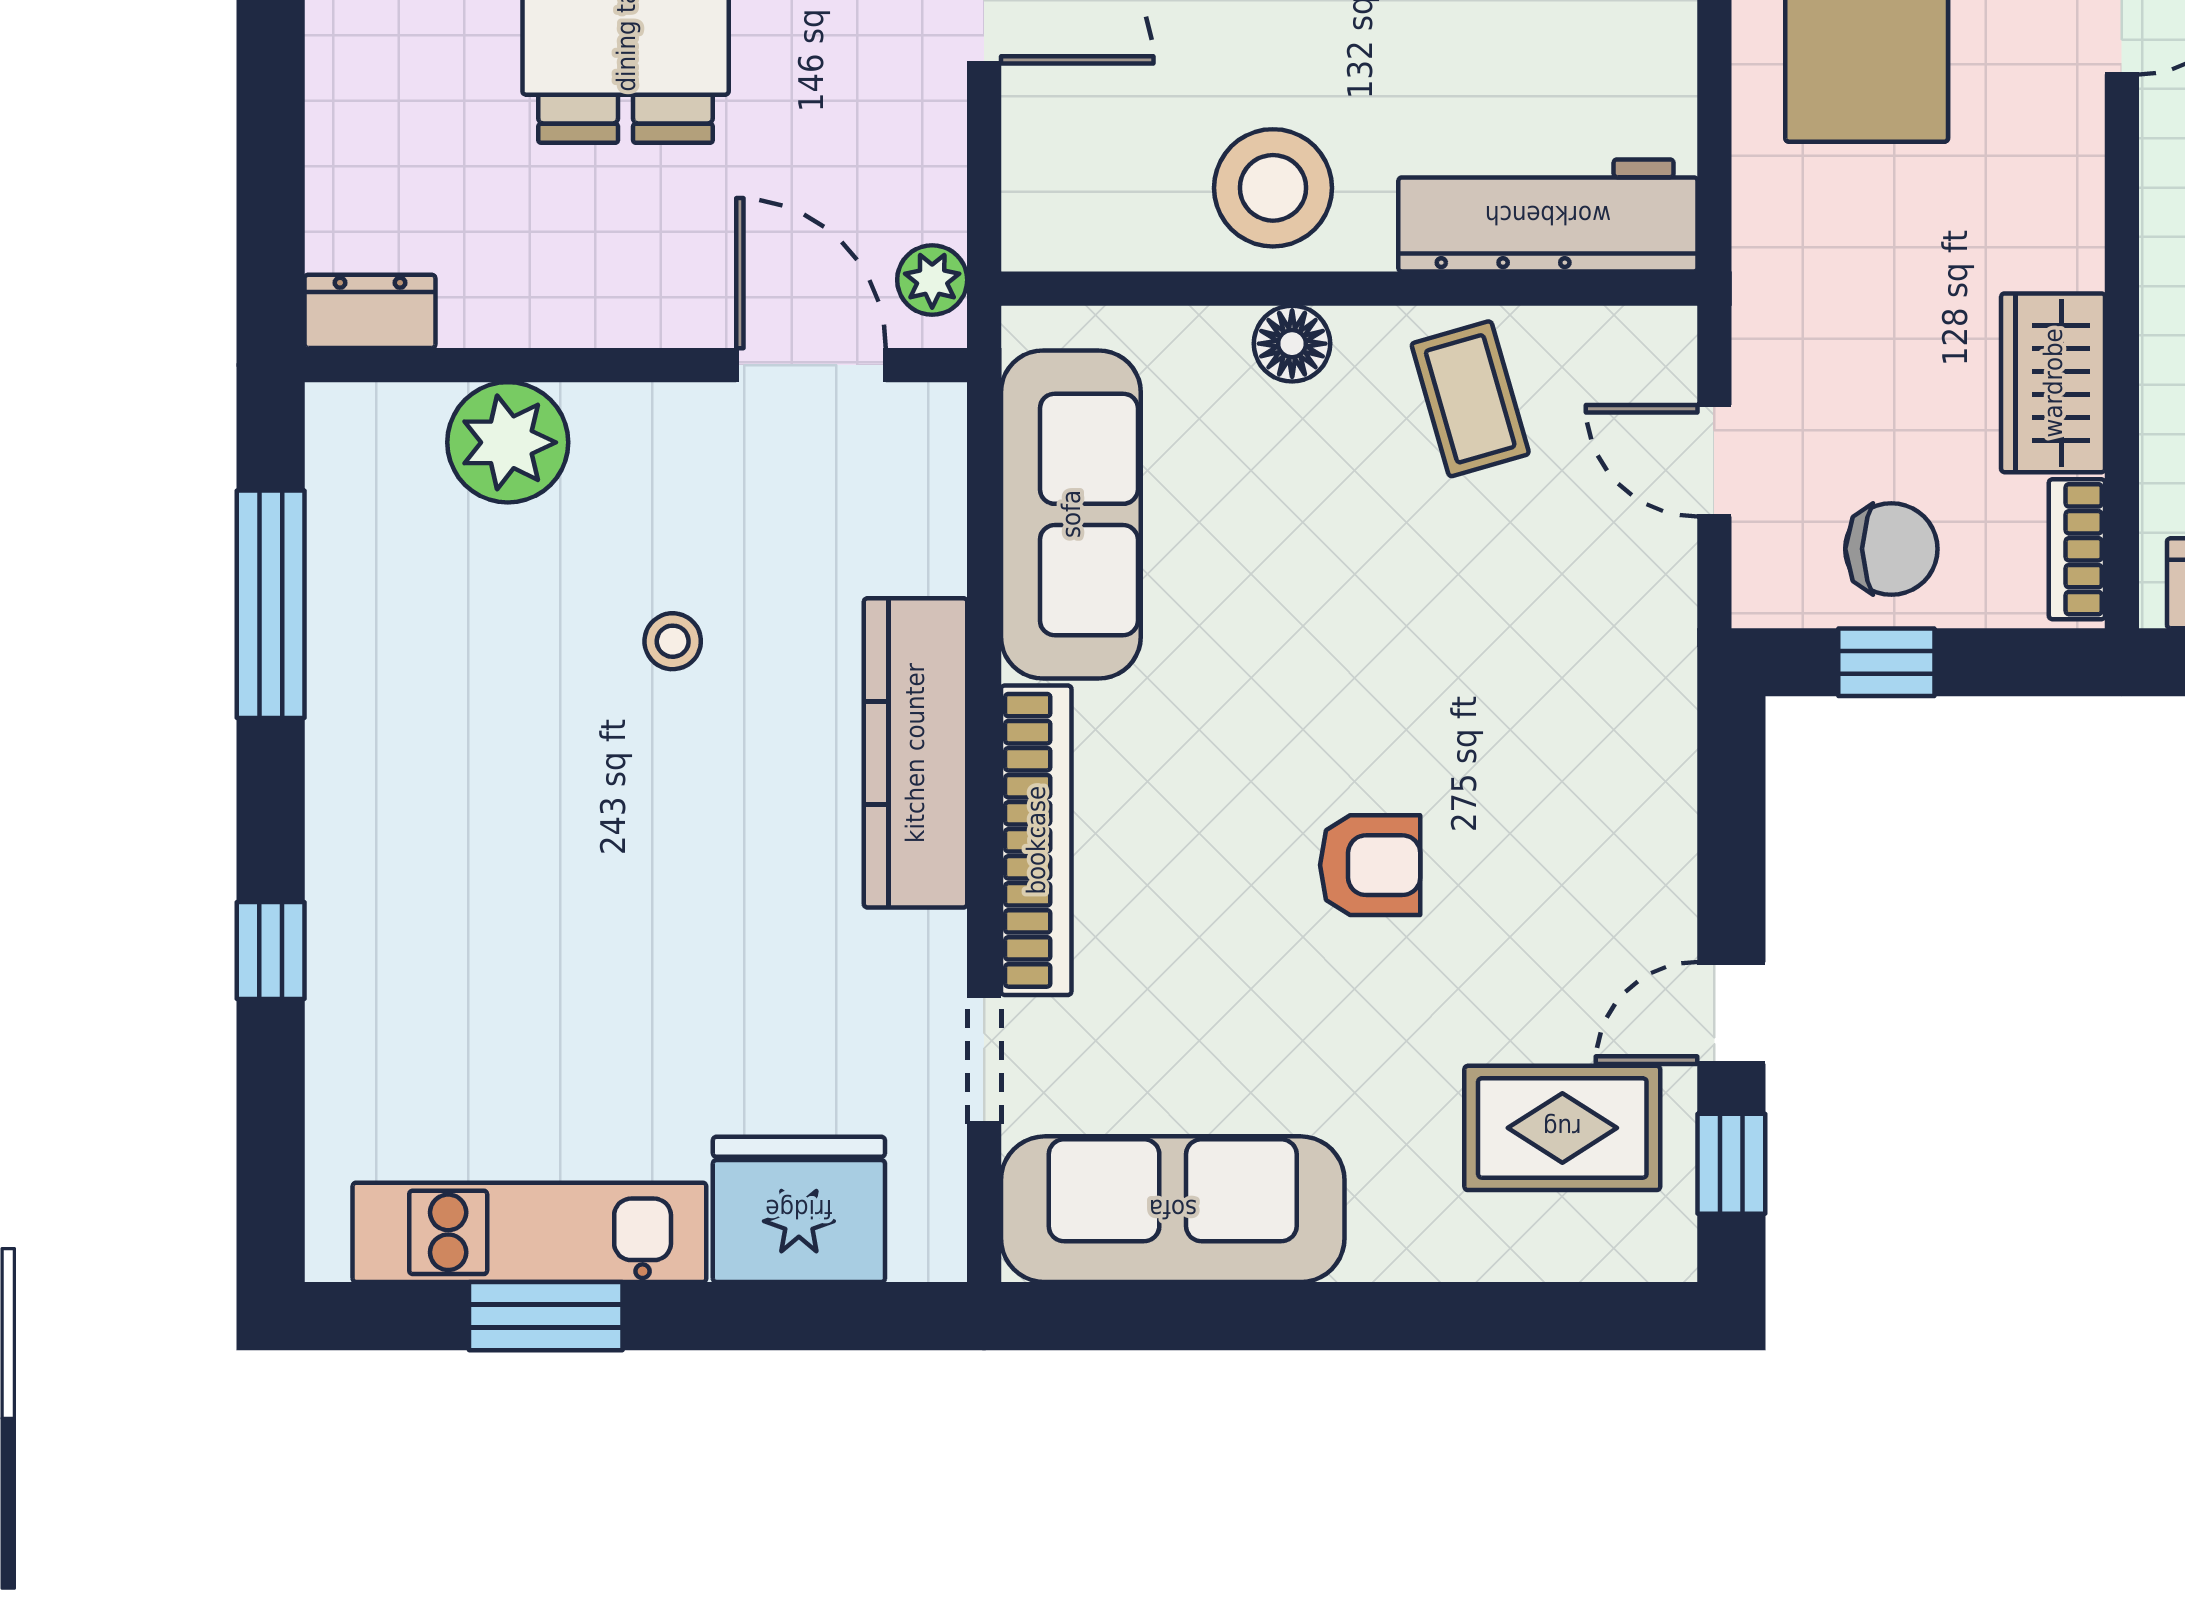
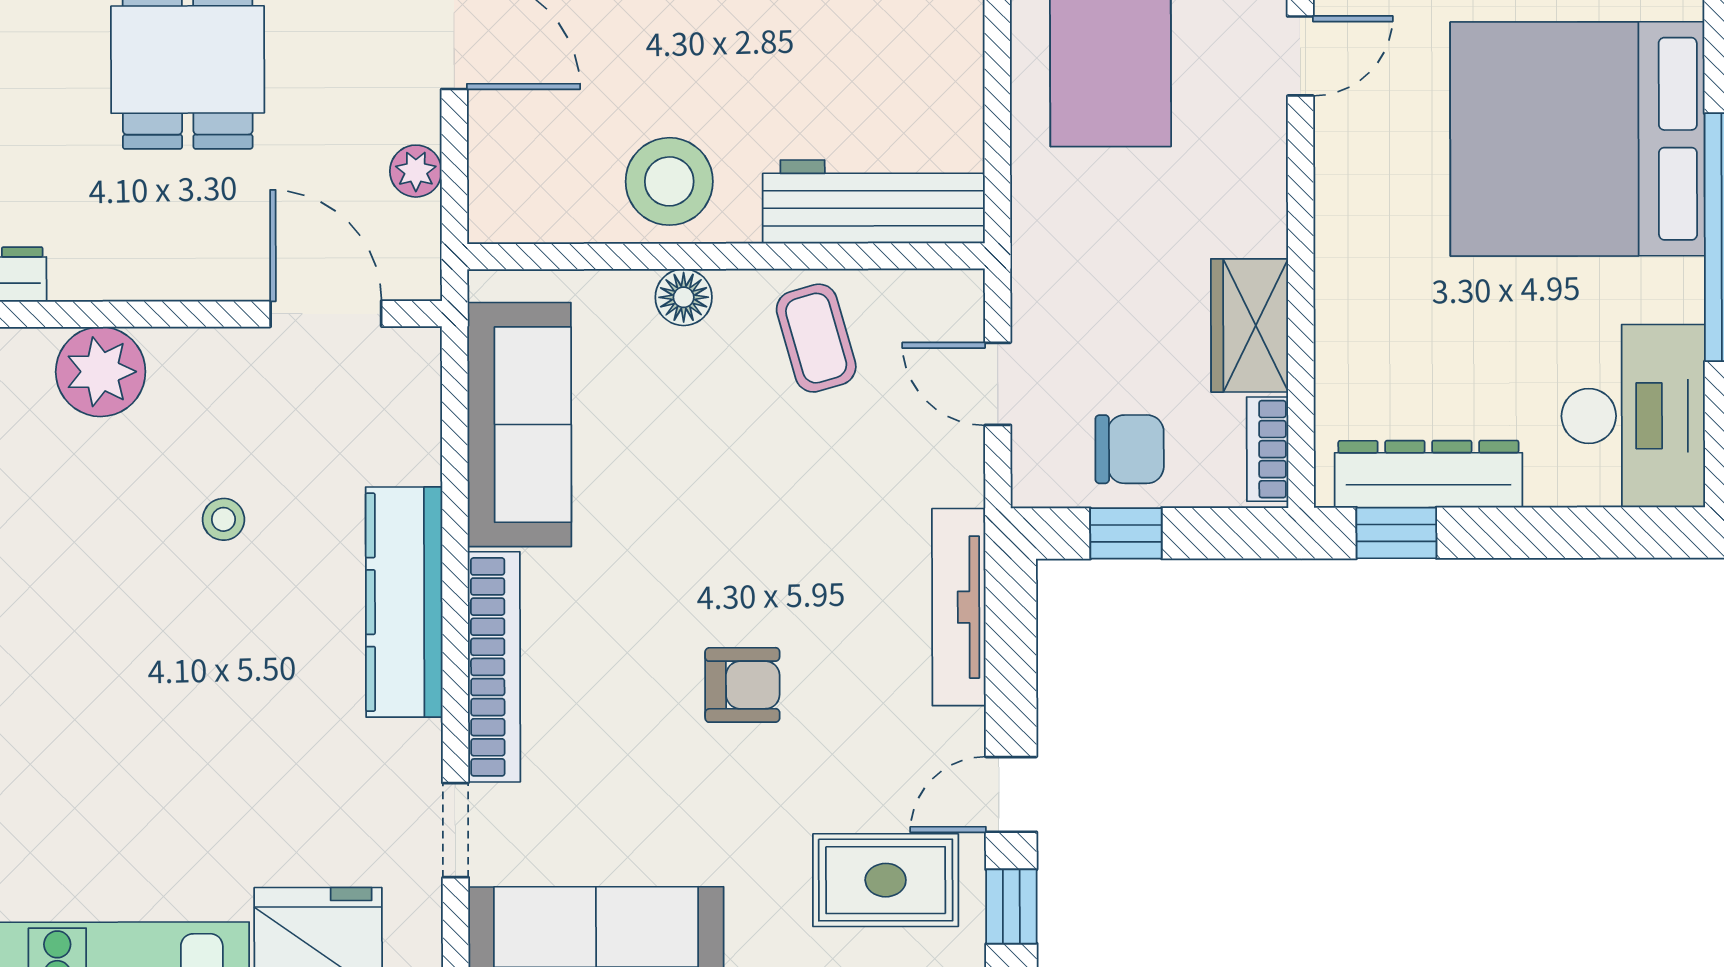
plant: (932, 280) -> (416, 171), moved
tv unit: (1661, 761) -> (959, 607), added

